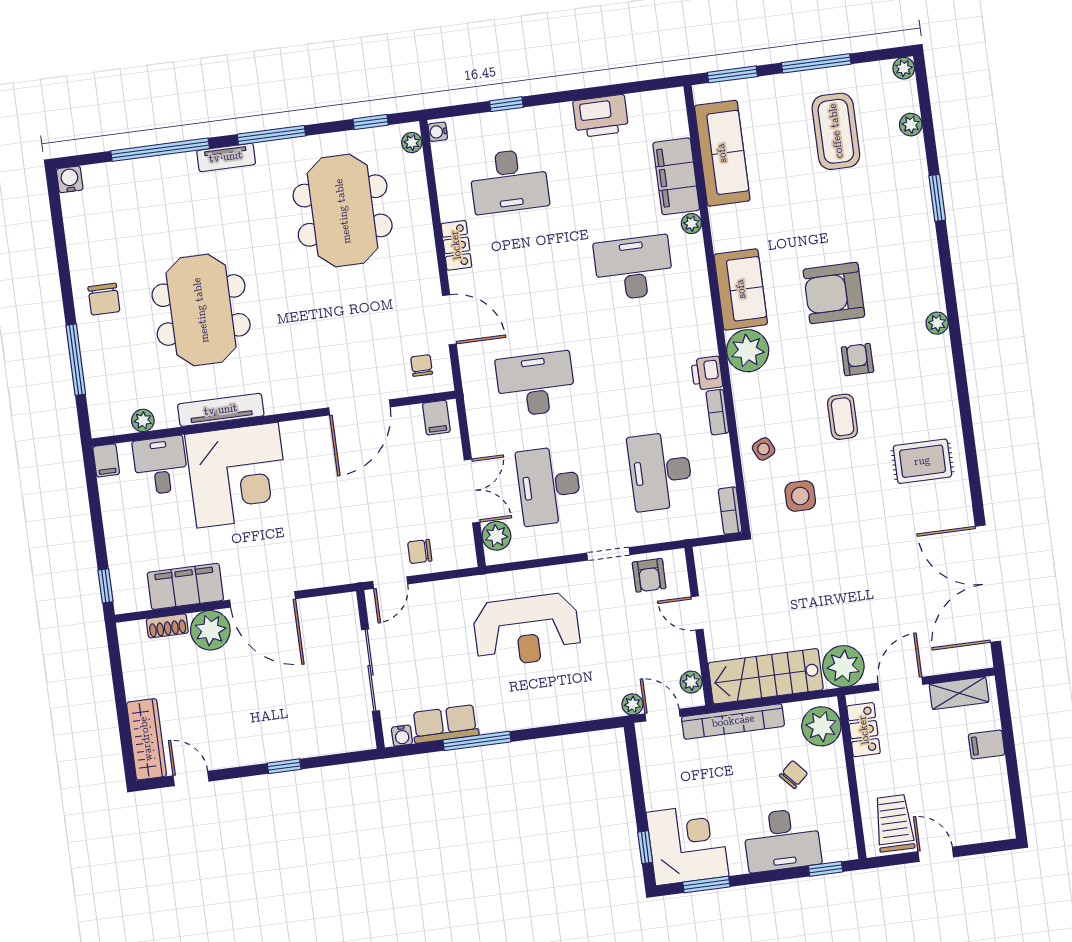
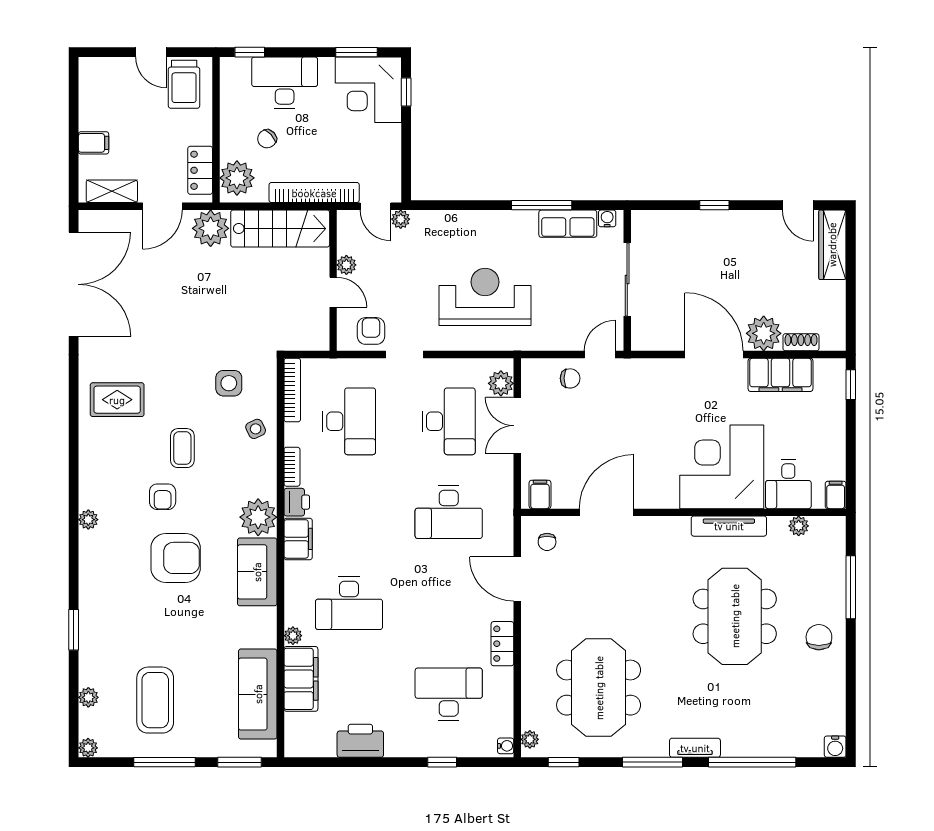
filing cabinet: (700, 332) -> (298, 539), added
bookcase: (730, 511) -> (292, 390), width x1.56
plant: (691, 682) -> (346, 265), moved

